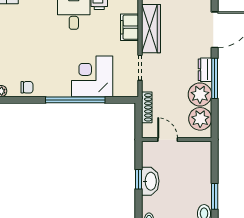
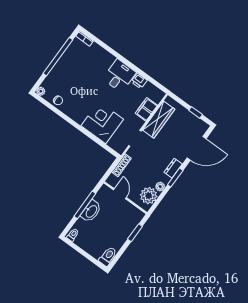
window: (215, 78) -> (175, 178), width x0.69
plant: (200, 94) -> (160, 187), width x0.53, depth x0.53
window: (75, 100) -> (82, 129), removed
window: (138, 179) -> (85, 205), width x2.17
window: (215, 196) -> (135, 233), moved

